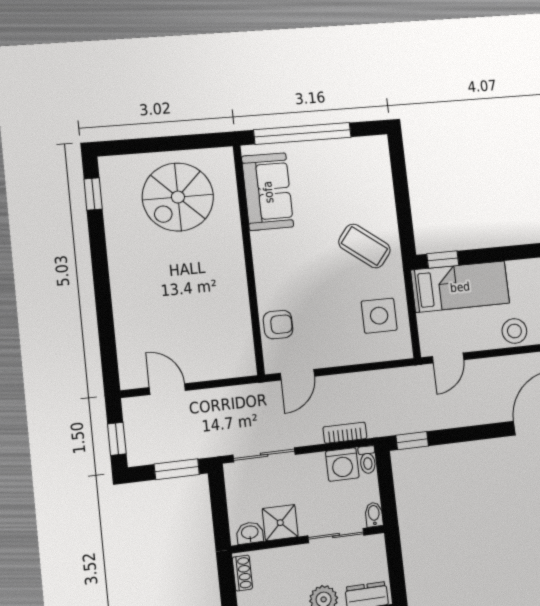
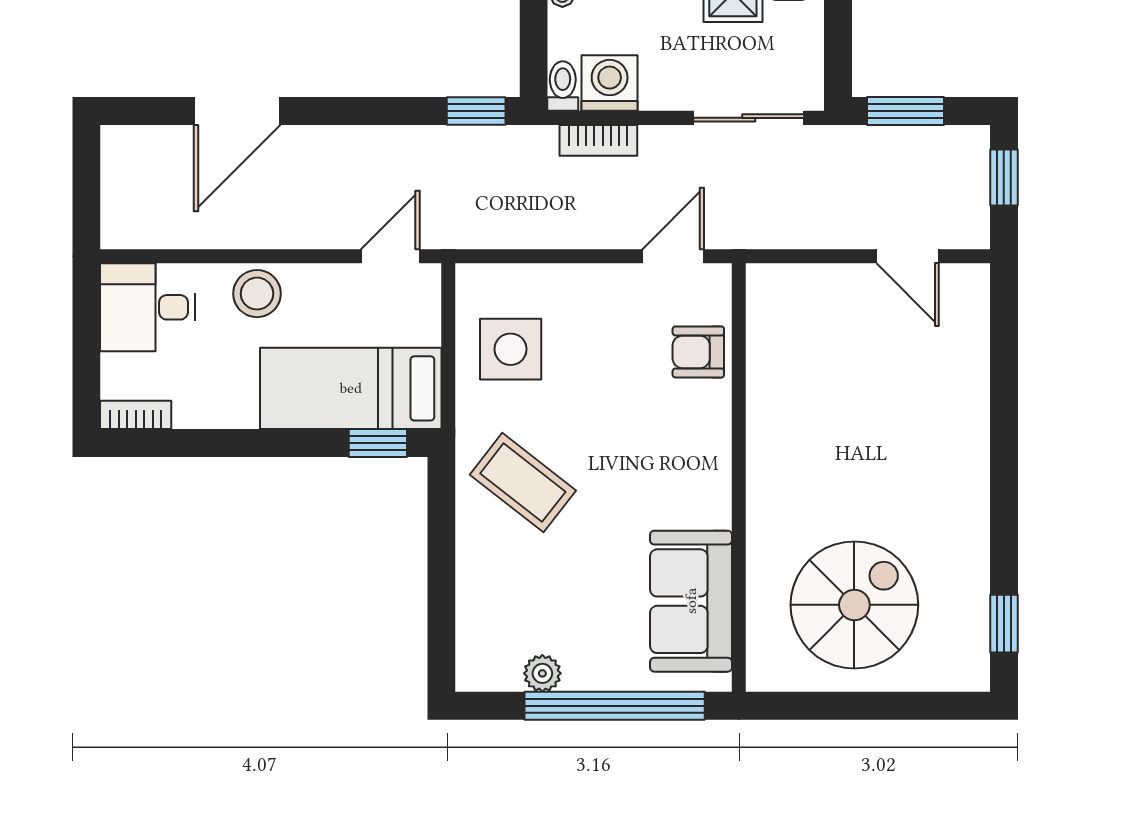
plant: (343, 147) -> (542, 673), added

